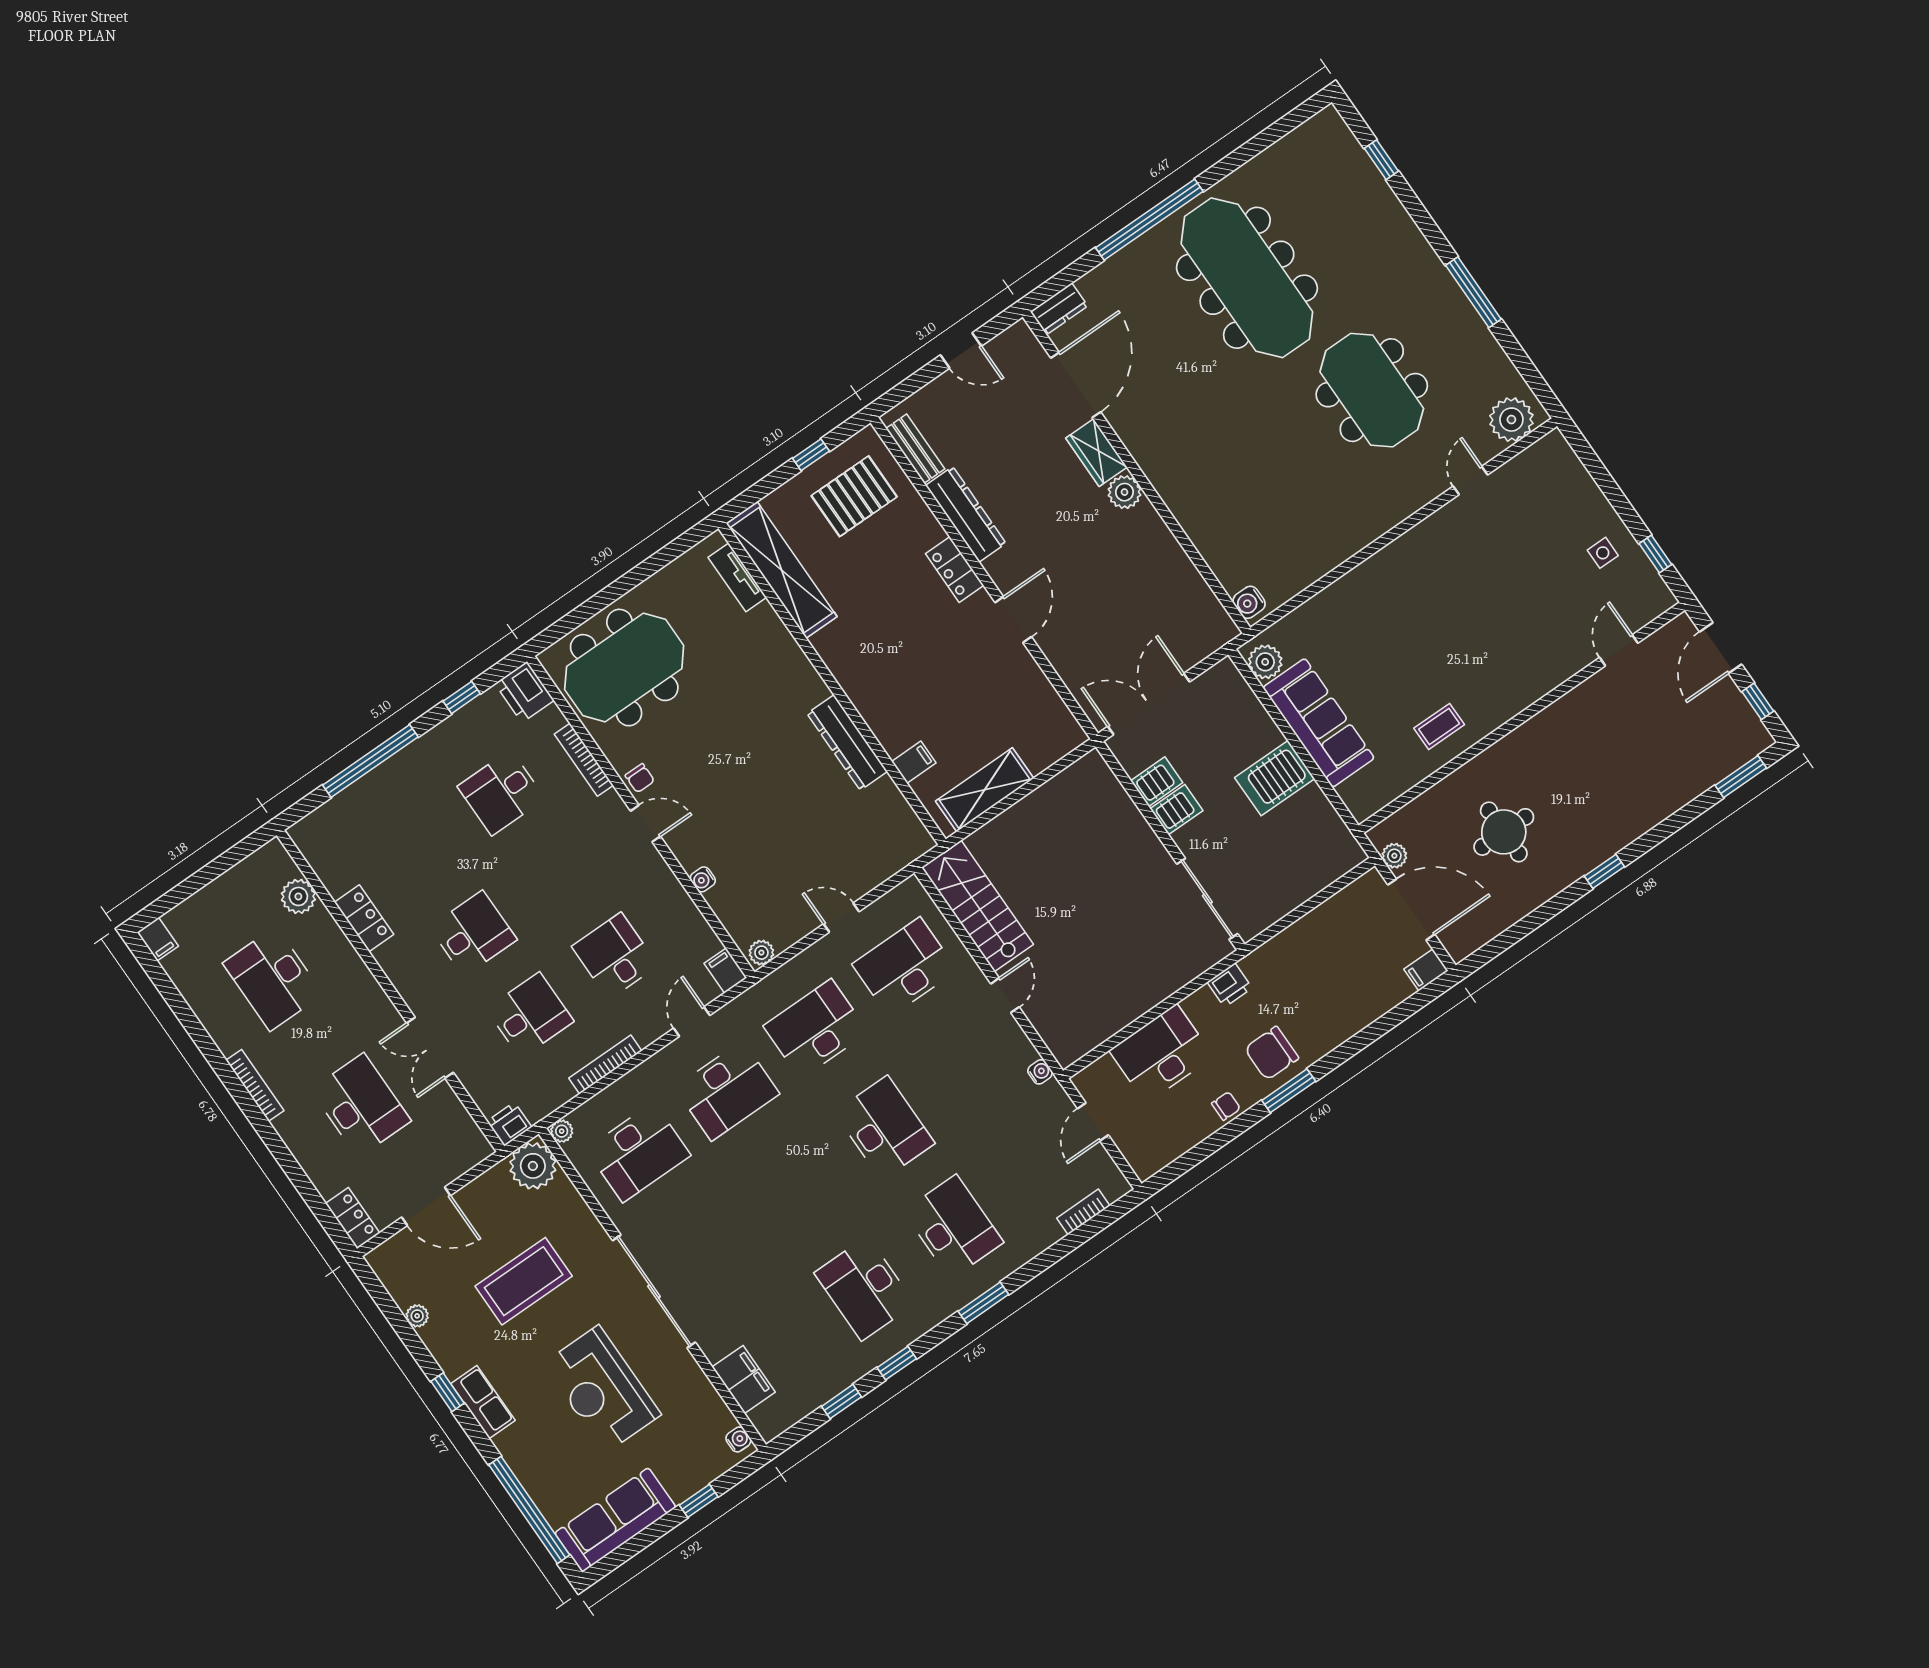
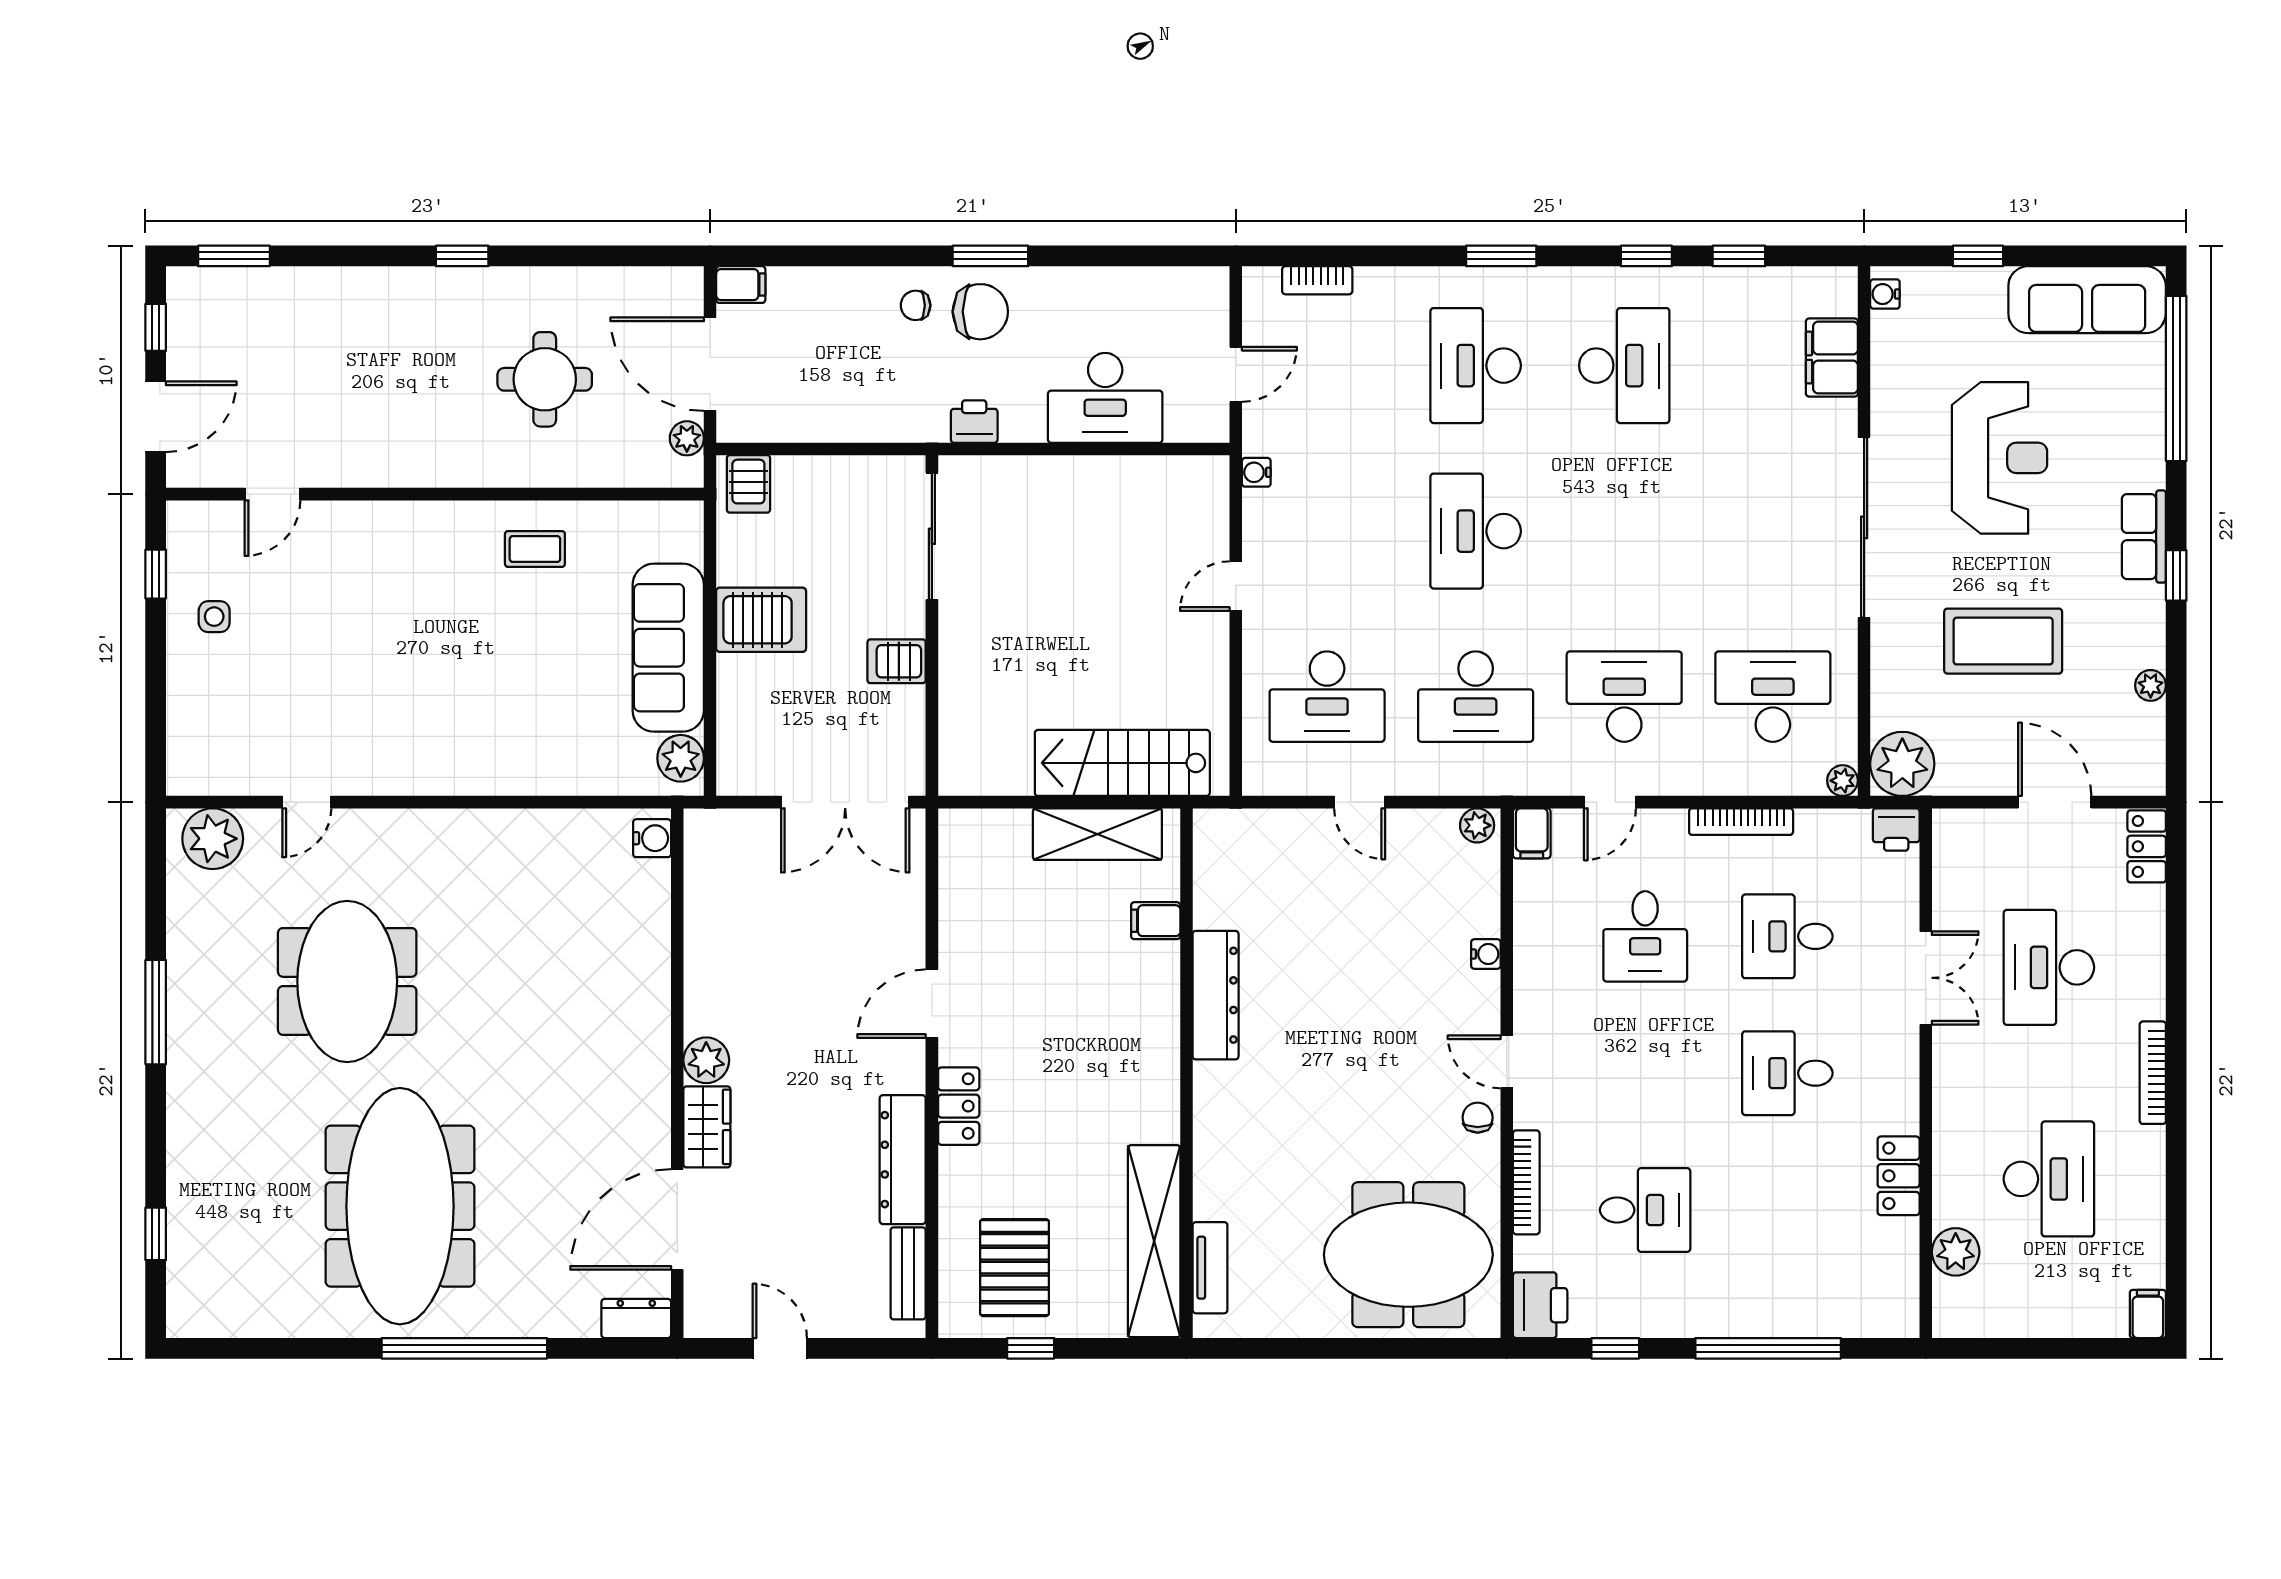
pallet: (854, 496) -> (1015, 1268), turned 90
server rack: (1157, 782) -> (748, 484), moved, turned -90
stairs: (978, 906) -> (1122, 763), moved, turned 90
chair: (1226, 1106) -> (916, 305), moved

